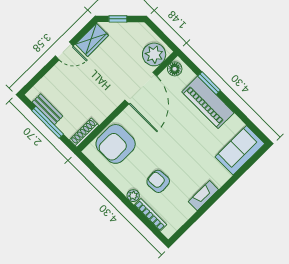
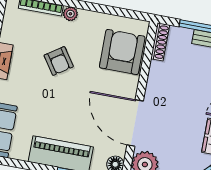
armchair: (158, 181) -> (59, 61), moved, turned 60

